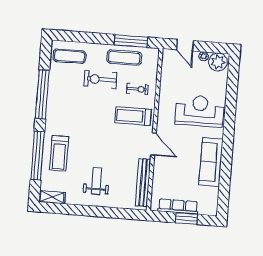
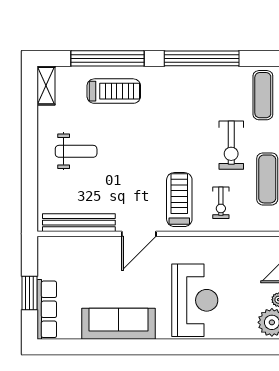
exercise bike: (100, 79) -> (231, 145), turned 180
treadmill: (59, 153) -> (114, 91), turned 180
row of seats: (178, 206) -> (47, 309), moved

